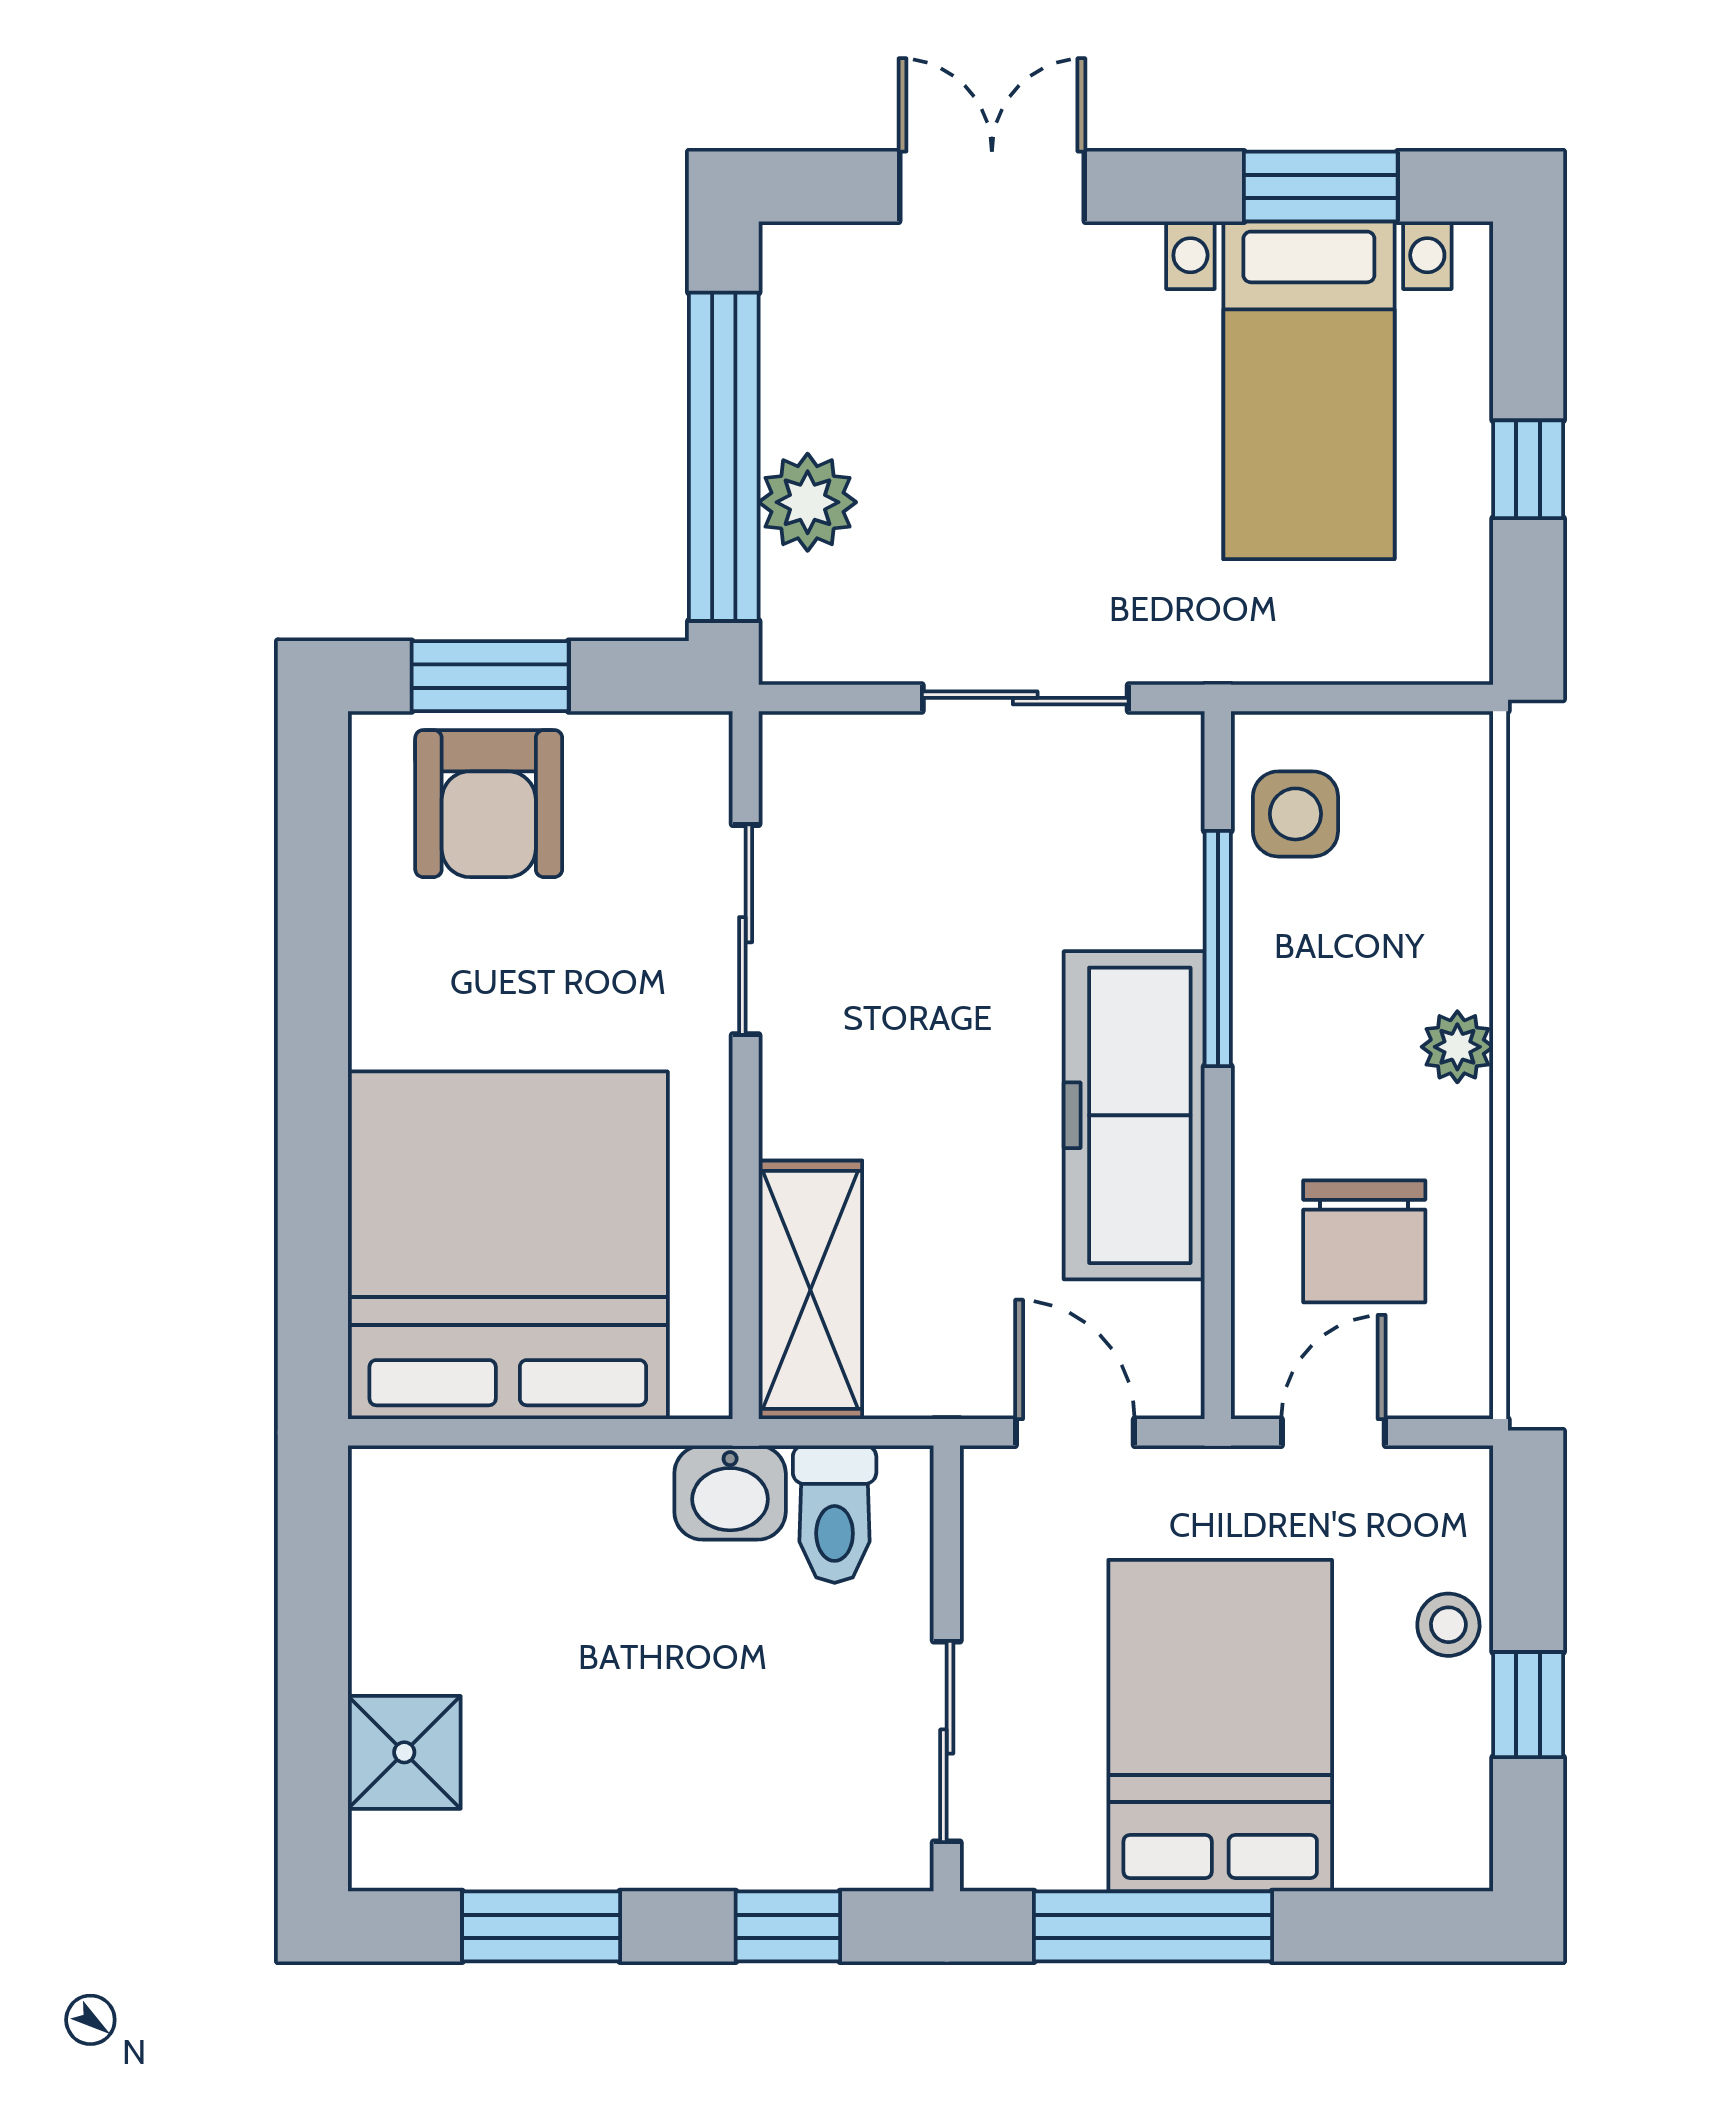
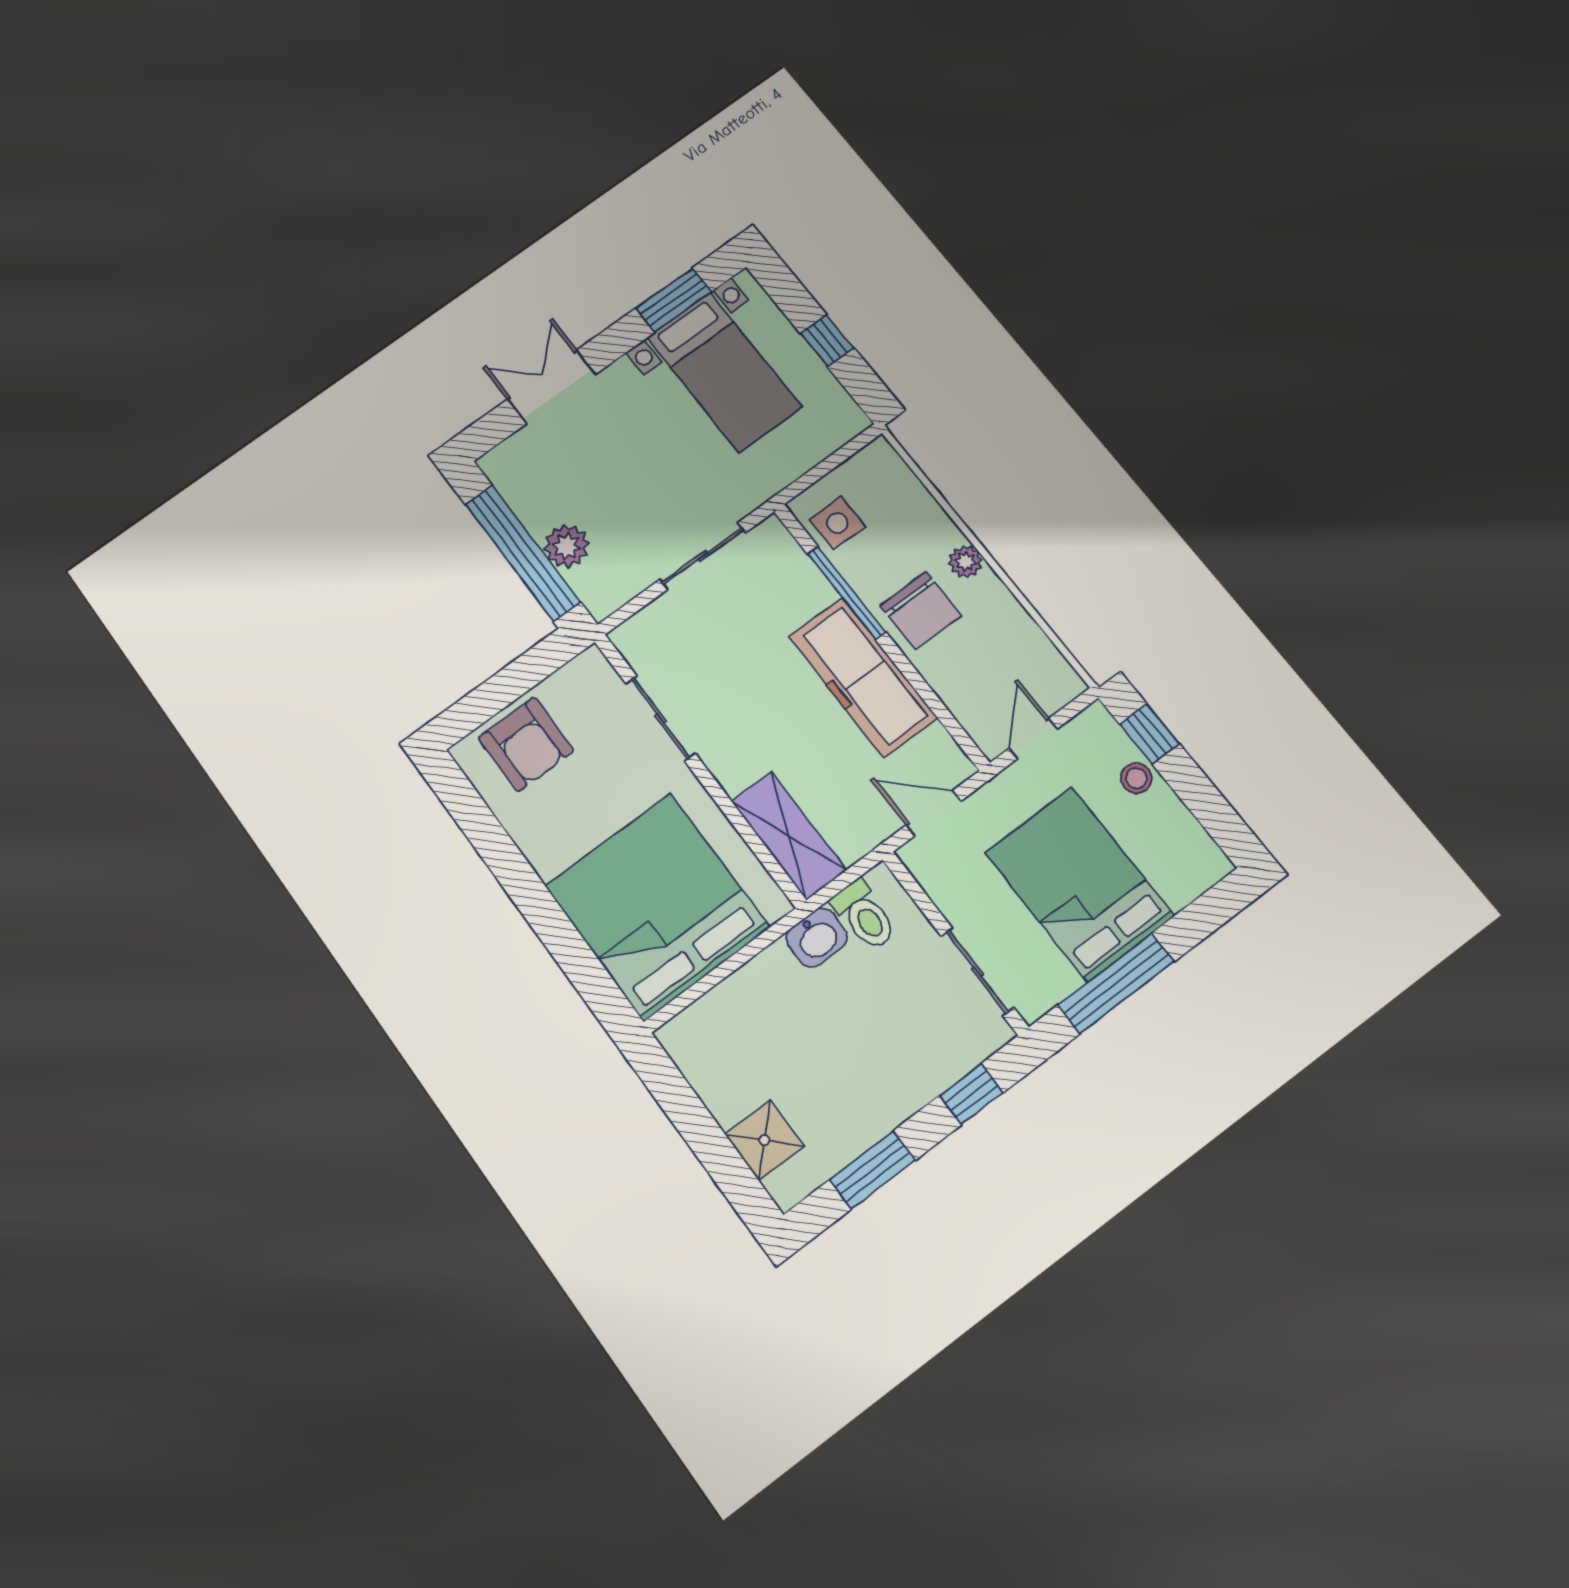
window: (490, 676) -> (492, 697), removed
chair: (1364, 1241) -> (921, 611), moved
window: (1528, 1705) -> (1150, 734), moved

